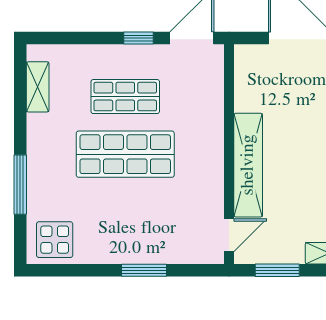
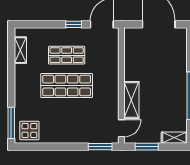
shelving: (248, 165) -> (131, 100), width x0.68
window: (20, 185) -> (11, 123), moved
window: (144, 270) -> (100, 147), moved

